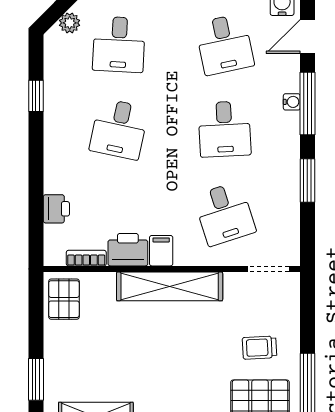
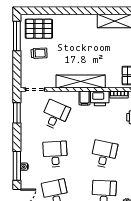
window: (307, 180) -> (17, 113), moved
desk: (225, 214) -> (55, 115), turned 42

